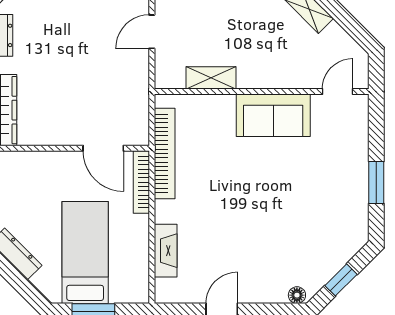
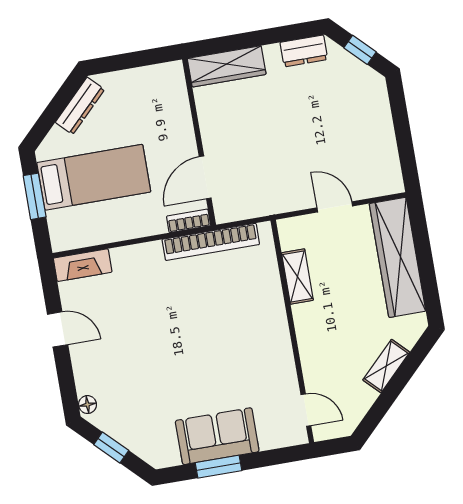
sofa: (273, 115) -> (217, 436), moved, turned 90
bookcase: (141, 182) -> (189, 221), width x0.64
fireplace: (166, 251) -> (83, 265), moved

